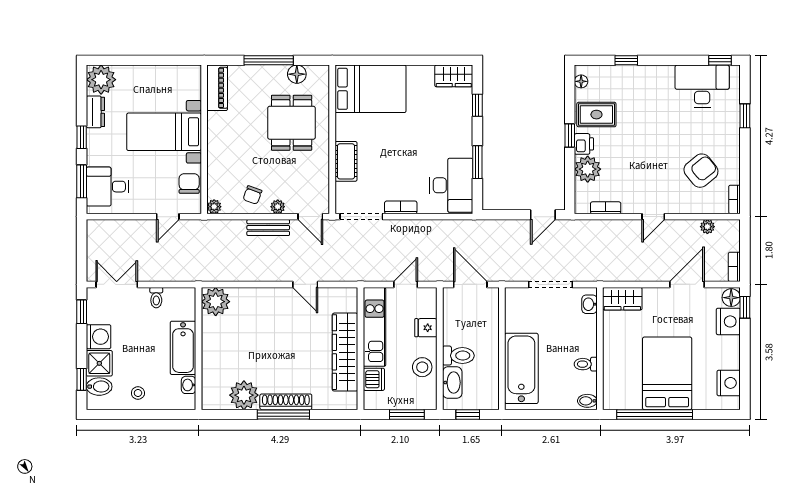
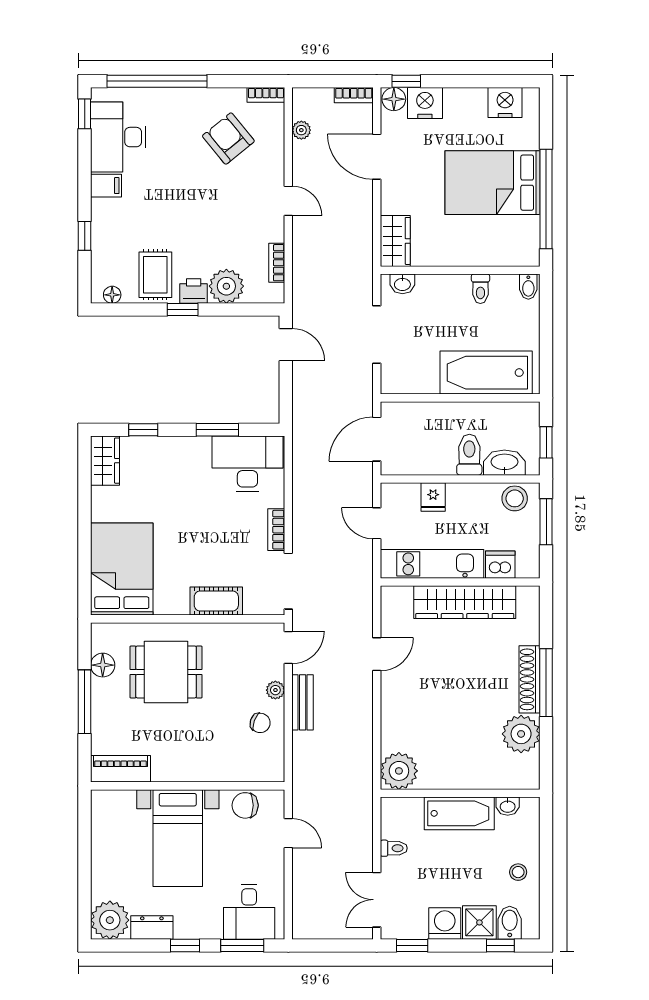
filing cabinet: (665, 77) -> (106, 186), added
window: (745, 116) -> (157, 81), width x3.17
plant: (214, 207) -> (275, 773), removed
stool: (422, 367) -> (515, 498), moved

